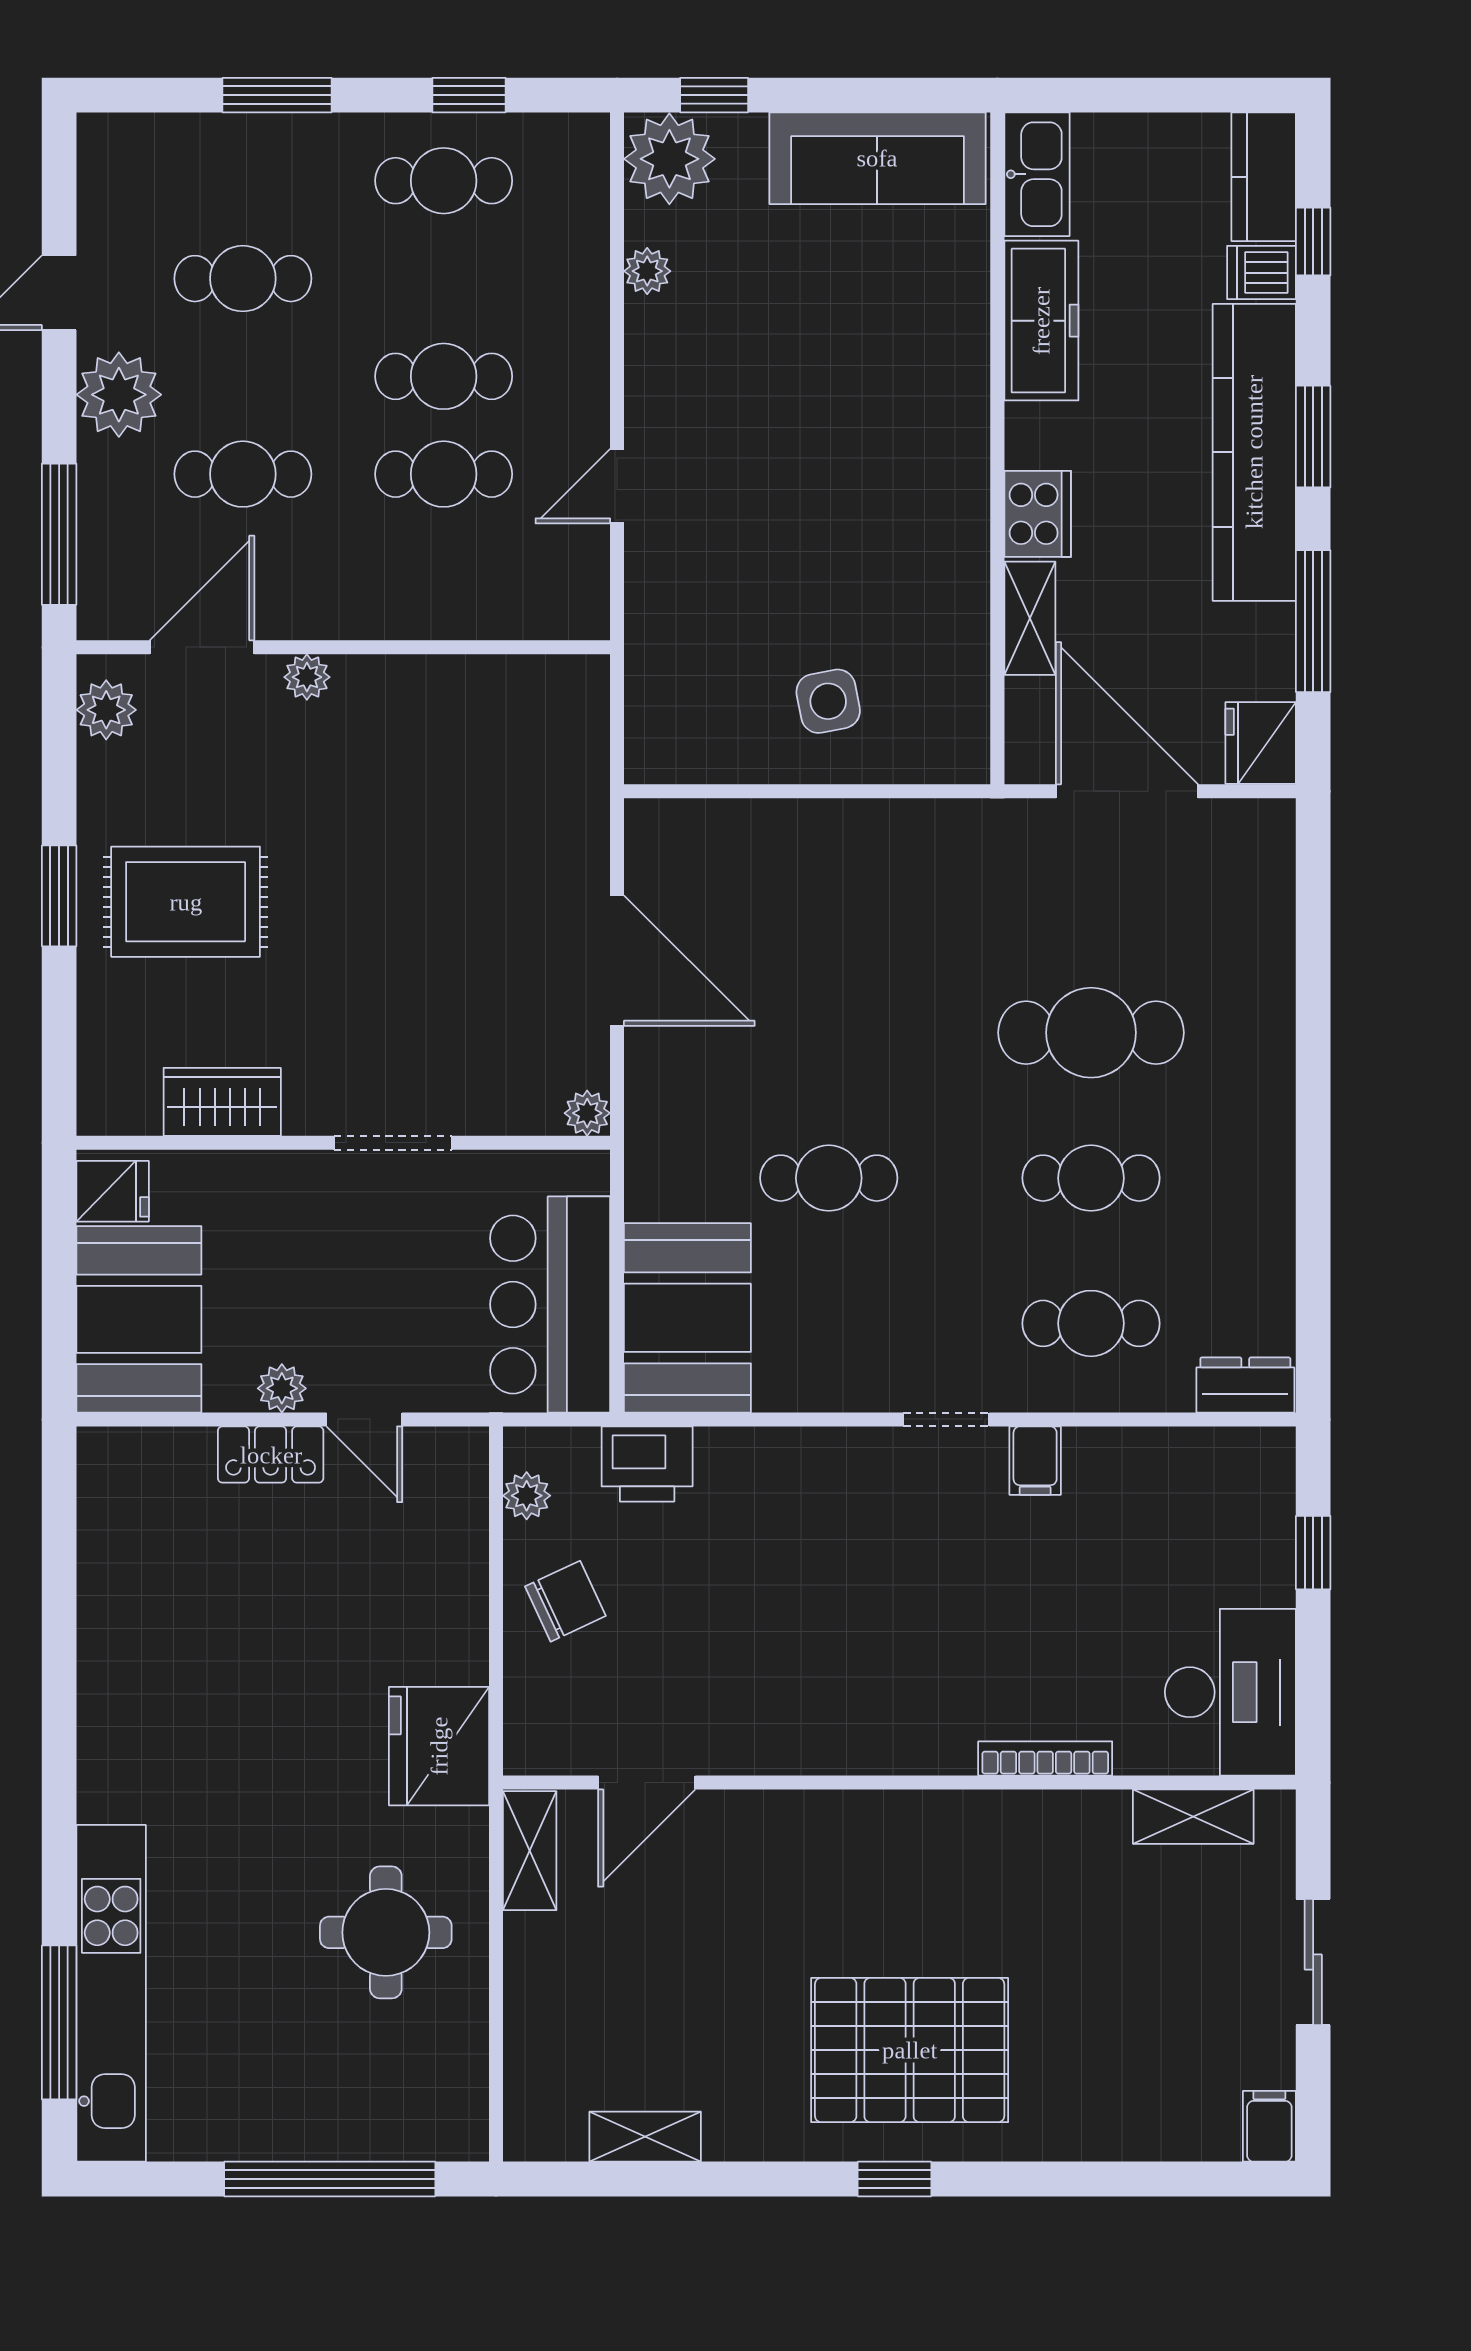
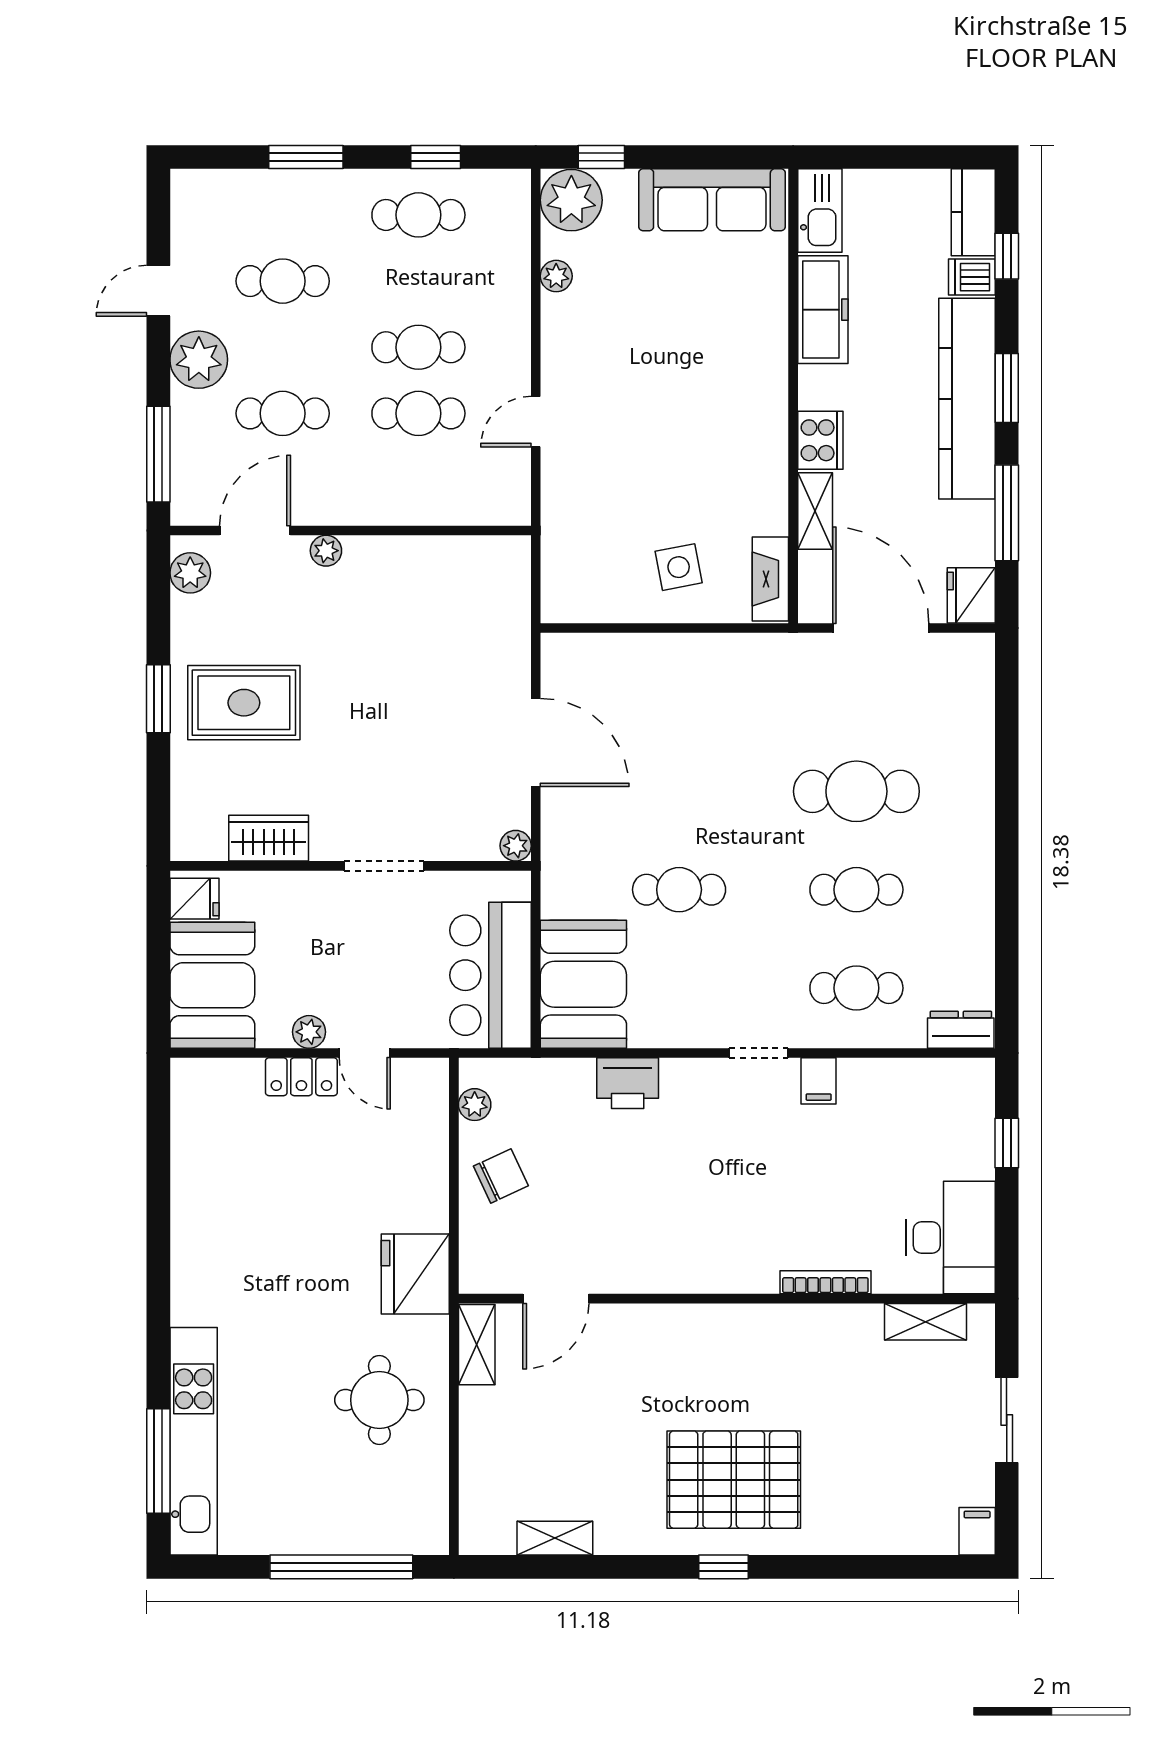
fireplace: (964, 719) -> (770, 579), added
printer: (647, 1464) -> (628, 1083), moved

